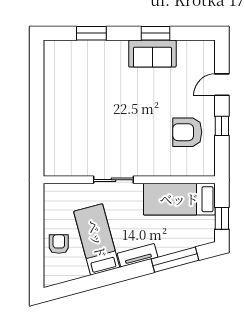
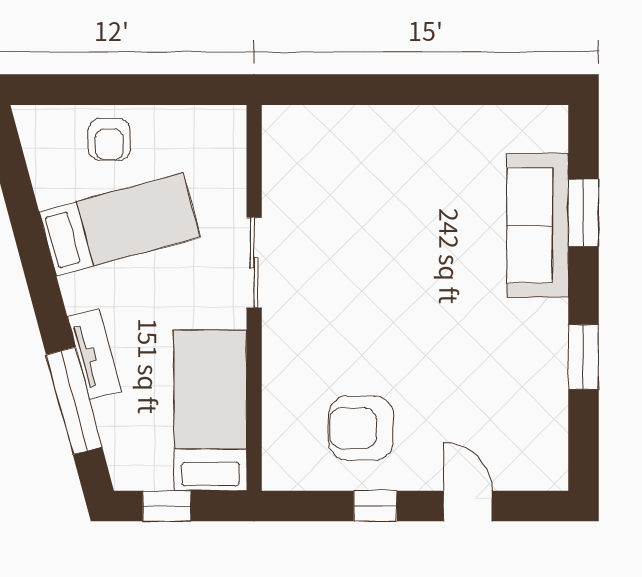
sofa: (152, 54) -> (538, 225), moved, width x1.36
armchair: (187, 132) -> (361, 428), turned -90
armchair: (59, 244) -> (109, 139), turned 90
tv unit: (138, 255) -> (94, 354), moved

